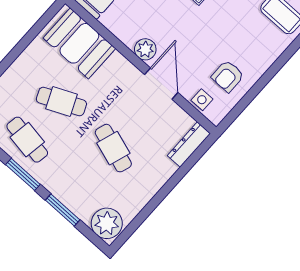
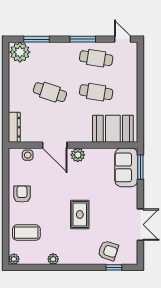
armchair: (228, 76) -> (22, 194), moved
cafe table: (61, 102) -> (96, 92), turned 33
window: (63, 210) -> (36, 39), moved

